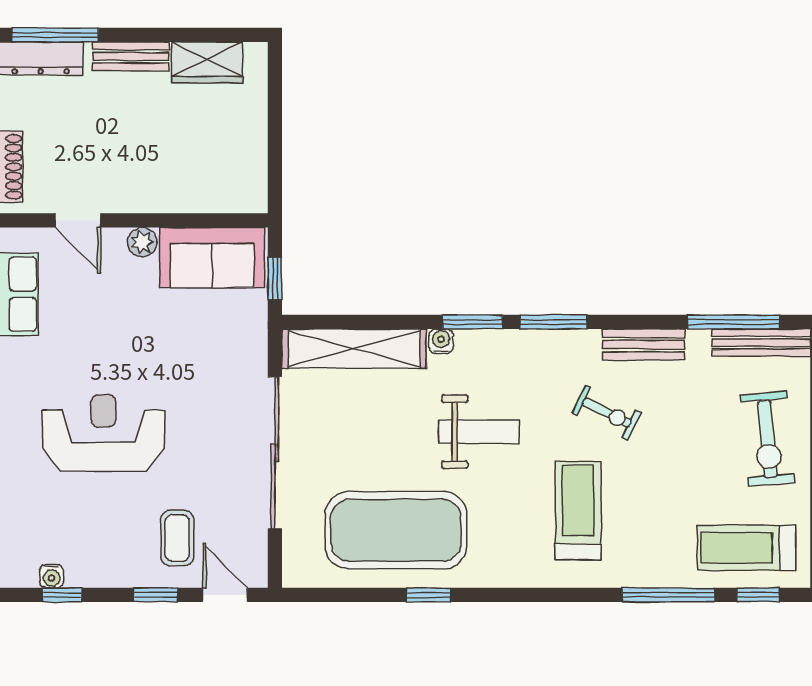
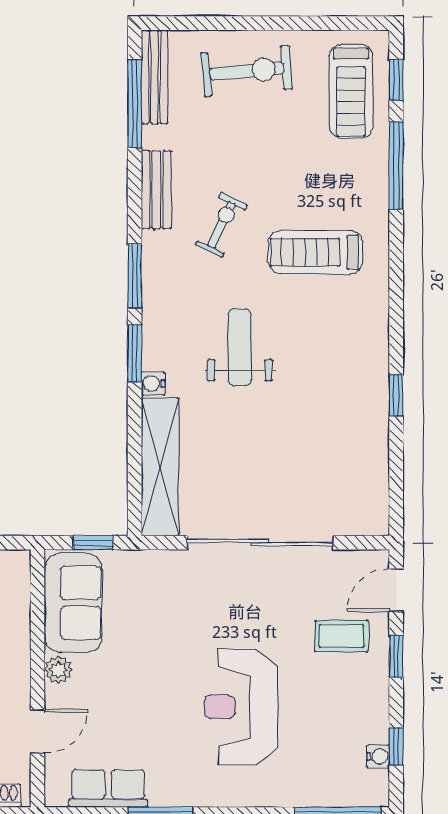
exercise mat: (396, 530) -> (334, 427), removed

